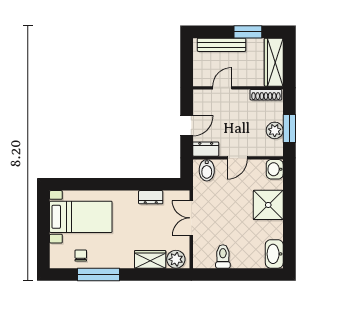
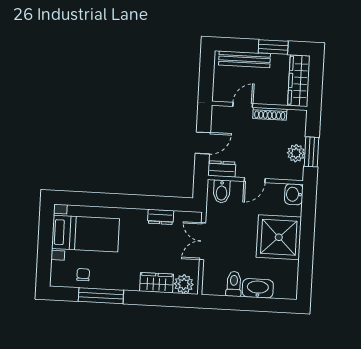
shoe rack: (266, 95) -> (270, 114), moved
shower: (268, 205) -> (279, 237), width x1.37, depth x1.37
washbasin: (274, 254) -> (258, 288), moved, turned 90

